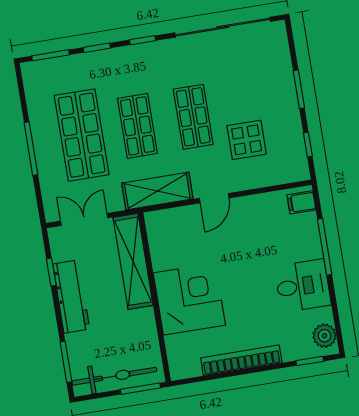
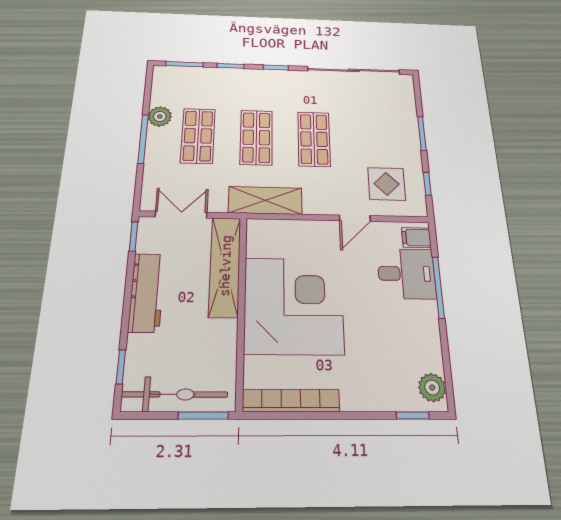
plant: (41, 121) -> (160, 116), added
shop shelf: (82, 135) -> (198, 136), width x0.70, depth x0.74
display table: (247, 140) -> (387, 184), moved
door: (214, 198) -> (355, 218), moved
window: (51, 272) -> (134, 236), moved
desk: (303, 286) -> (406, 274), moved
corner desk: (189, 299) -> (294, 305), width x1.36, depth x1.36
bookcase: (241, 360) -> (291, 401), moved
window: (66, 362) -> (121, 367), width x0.67

